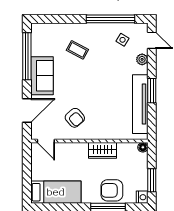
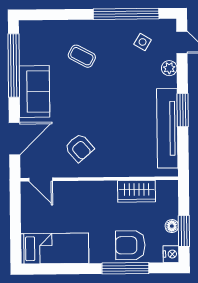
floor lamp: (143, 147) -> (172, 226), moved
wardrobe: (103, 150) -> (136, 191), moved

